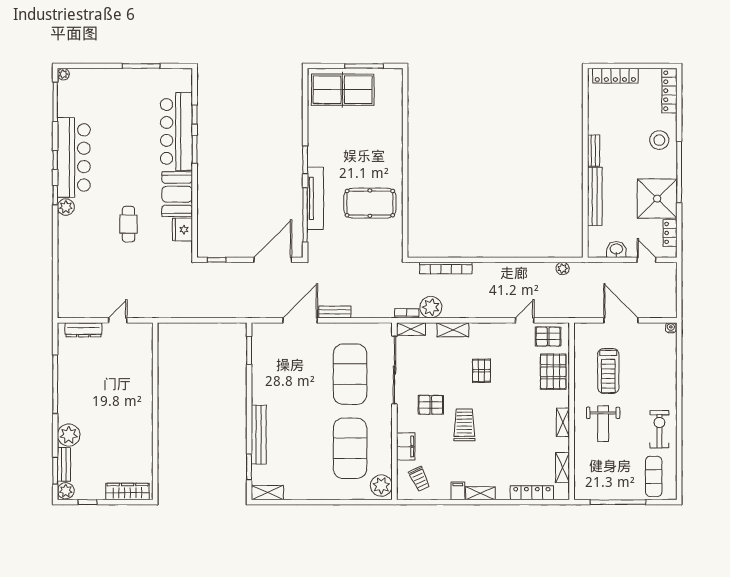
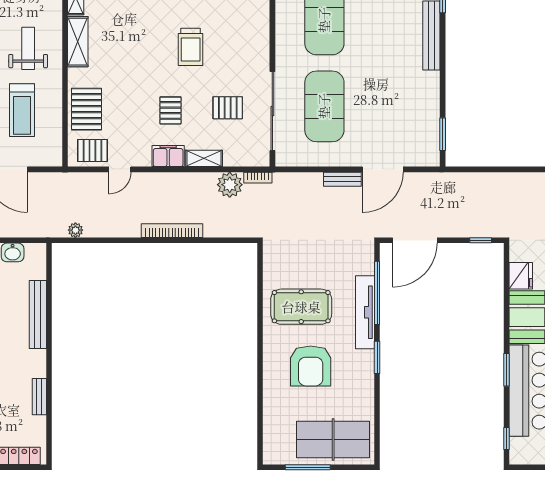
window: (195, 115) -> (506, 439), moved
bench: (593, 151) -> (39, 397), moved
armchair: (362, 153) -> (311, 366), added
bookcase: (446, 268) -> (172, 231), moved
shelving: (411, 329) -> (253, 159), removed
treadmill: (608, 371) -> (22, 110), turned 180
pallet: (431, 405) -> (228, 108), moved
shelving: (563, 422) -> (78, 42), width x1.50, depth x1.33
filing cabinet: (406, 447) -> (168, 156), moved, turned 90

